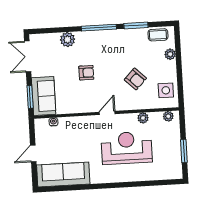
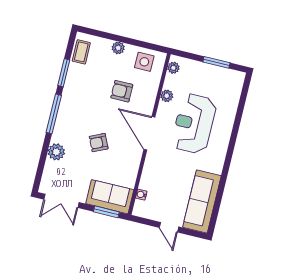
plant: (170, 54) -> (118, 48), moved
armchair: (86, 73) -> (99, 143), turned -115
armchair: (135, 79) -> (122, 91), turned -134
door: (107, 113) -> (149, 133), width x1.87

